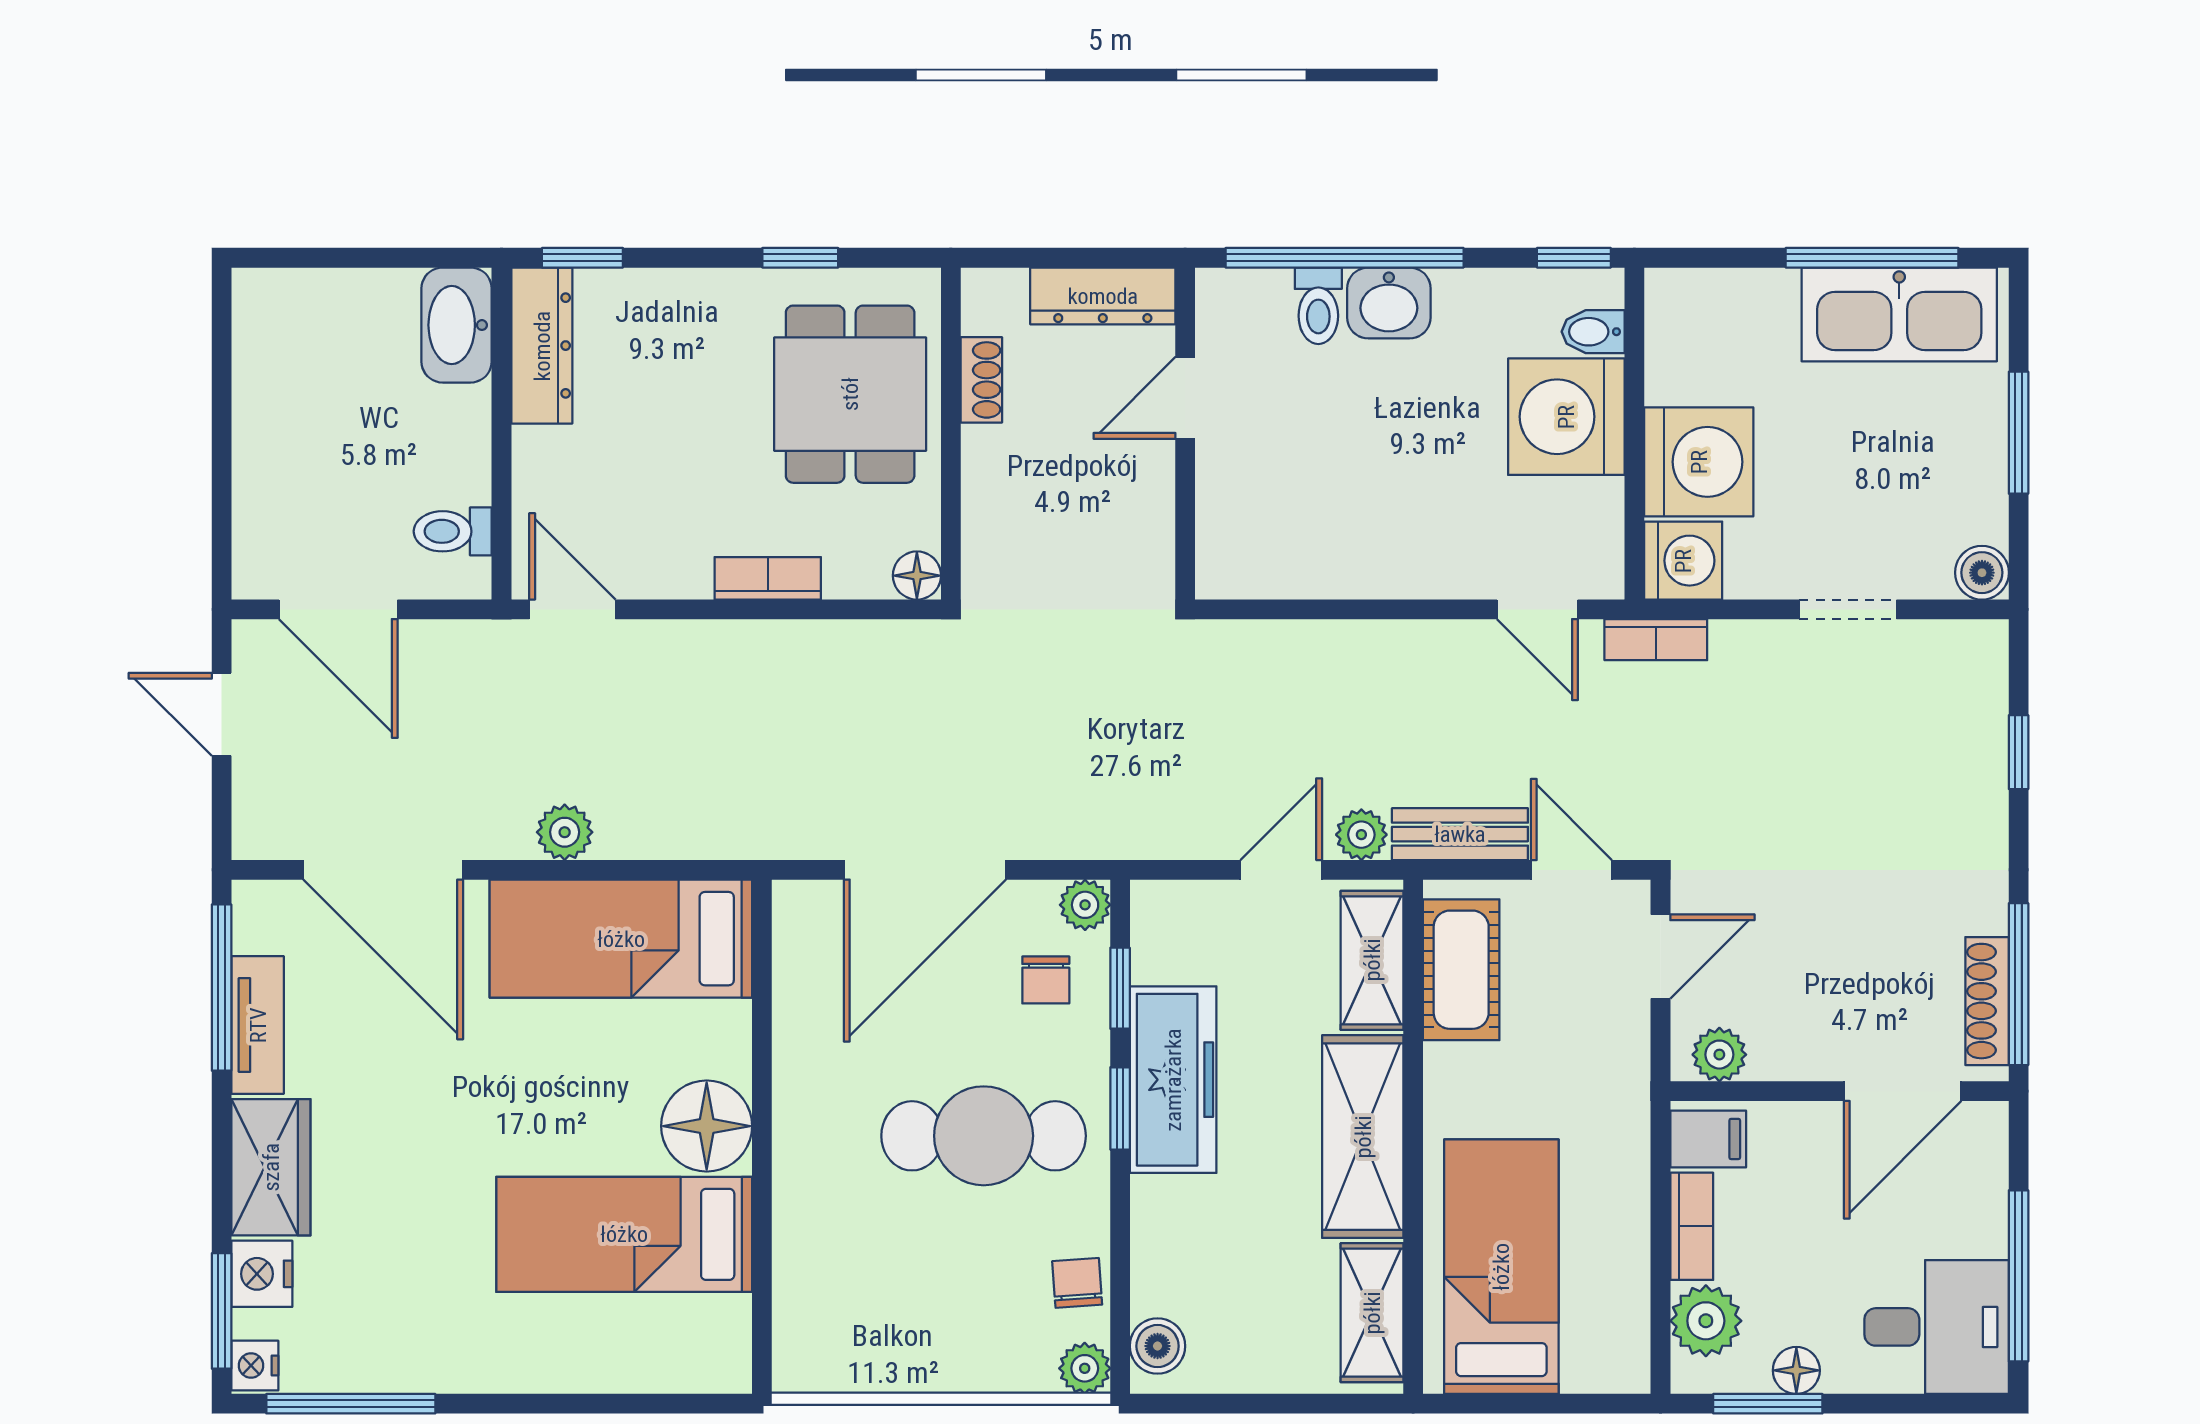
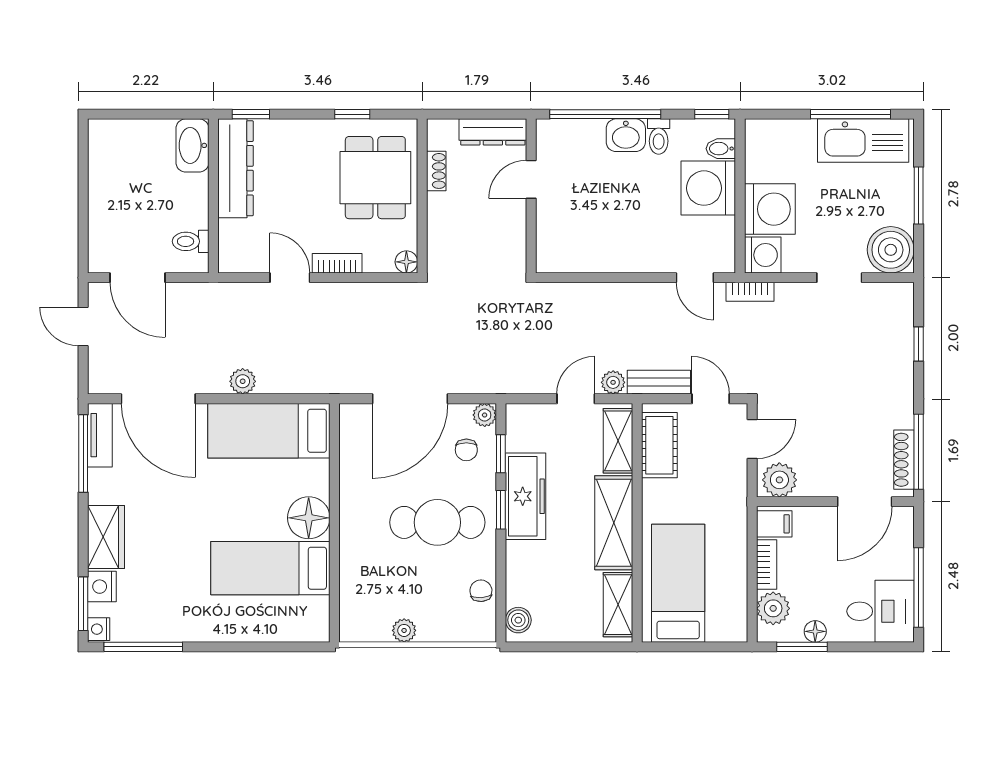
toilet: (1318, 306) -> (659, 137), moved
dresser: (542, 346) -> (236, 168), width x1.37, depth x1.24
boiler: (1982, 573) -> (891, 250), width x1.86, depth x1.86
door: (572, 609) -> (290, 278), moved
tv unit: (258, 1025) -> (100, 435), moved
plant: (1719, 1055) -> (779, 480), width x1.38, depth x1.38
plant: (1085, 1368) -> (404, 630), moved

